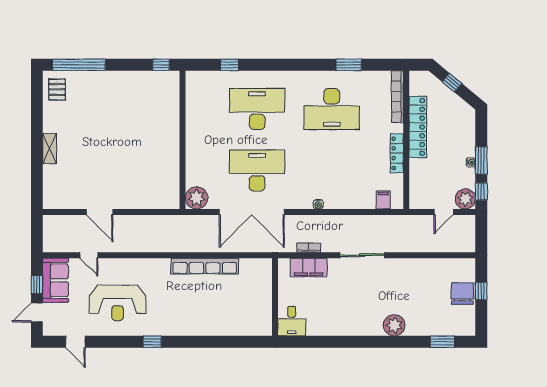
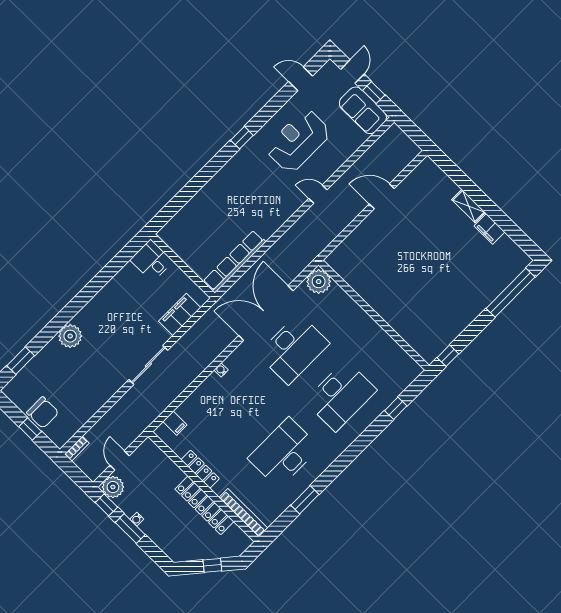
pallet: (57, 89) -> (508, 257), removed
filing cabinet: (51, 120) -> (490, 229), added
bookcase: (309, 248) -> (77, 449), moved
door: (89, 255) -> (318, 194), moved
row of seats: (205, 266) -> (234, 262), moved

